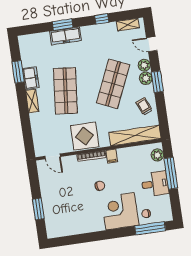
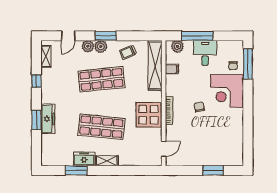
shop shelf: (113, 84) -> (101, 79), turned -30
filing cabinet: (112, 156) -> (172, 69), moved

